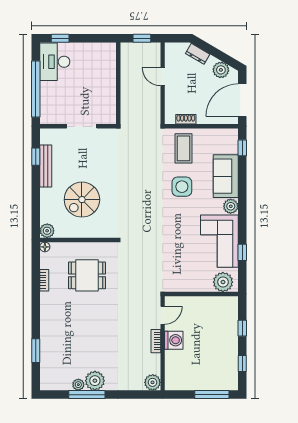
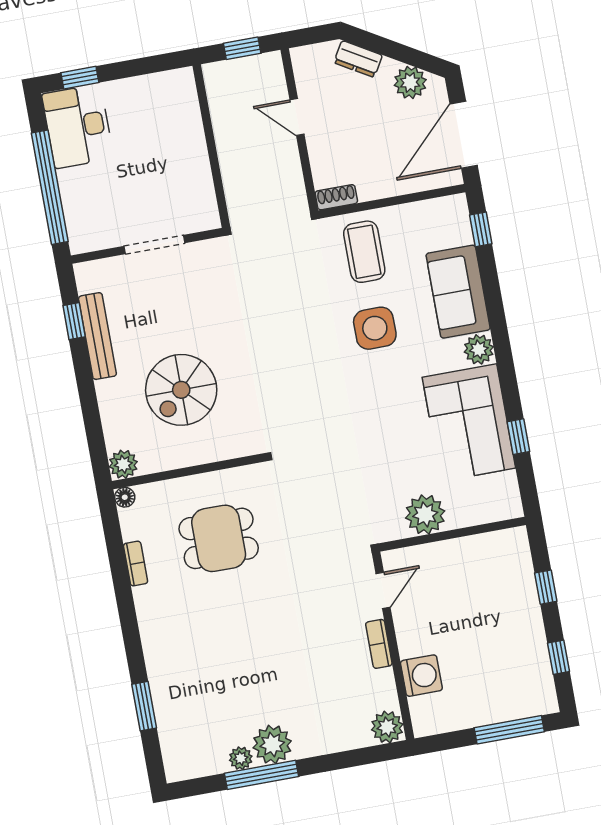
shoe rack: (186, 119) -> (336, 197), moved
plant: (223, 282) -> (425, 514), moved
washing machine: (174, 340) -> (421, 676), moved

